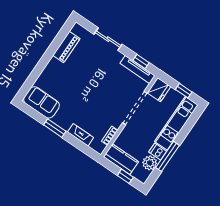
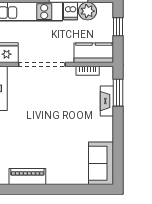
window: (55, 128) -> (118, 93), moved
kitchen counter: (121, 159) -> (94, 53), moved, turned 90

